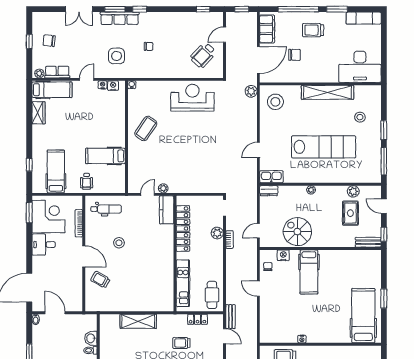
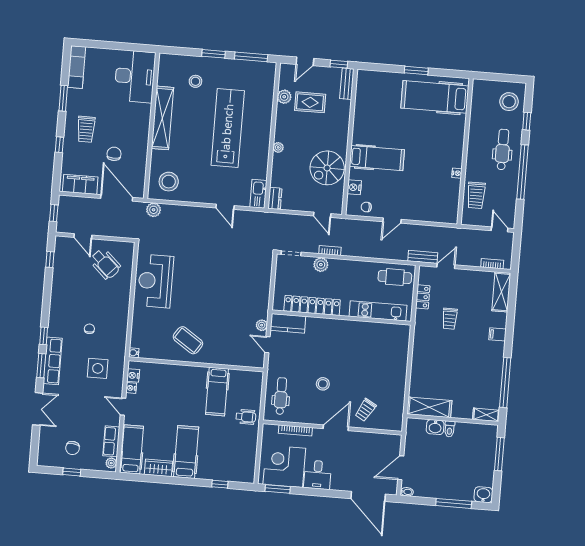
window: (298, 9) -> (59, 145), width x0.32
hospital bed: (56, 172) -> (186, 452), moved, turned 90
shelving: (138, 321) -> (429, 407), moved, turned 90

